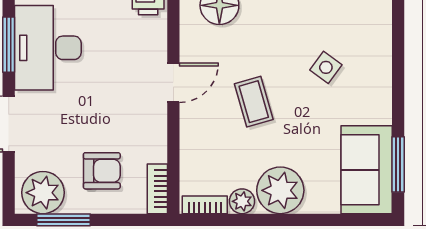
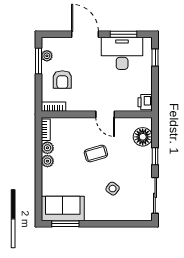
plant: (280, 190) -> (47, 161), width x0.53, depth x0.53
plant: (43, 193) -> (47, 56), width x0.53, depth x0.53

